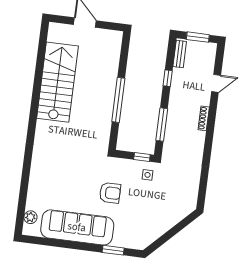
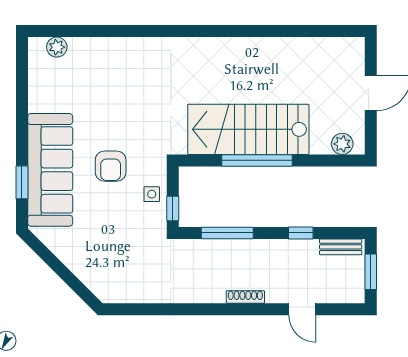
plant: (115, 45) -> (342, 144), added
stairs: (57, 82) -> (248, 129), moved, turned 180
side table: (148, 175) -> (152, 194), moved
sofa: (77, 227) -> (50, 170), moved

